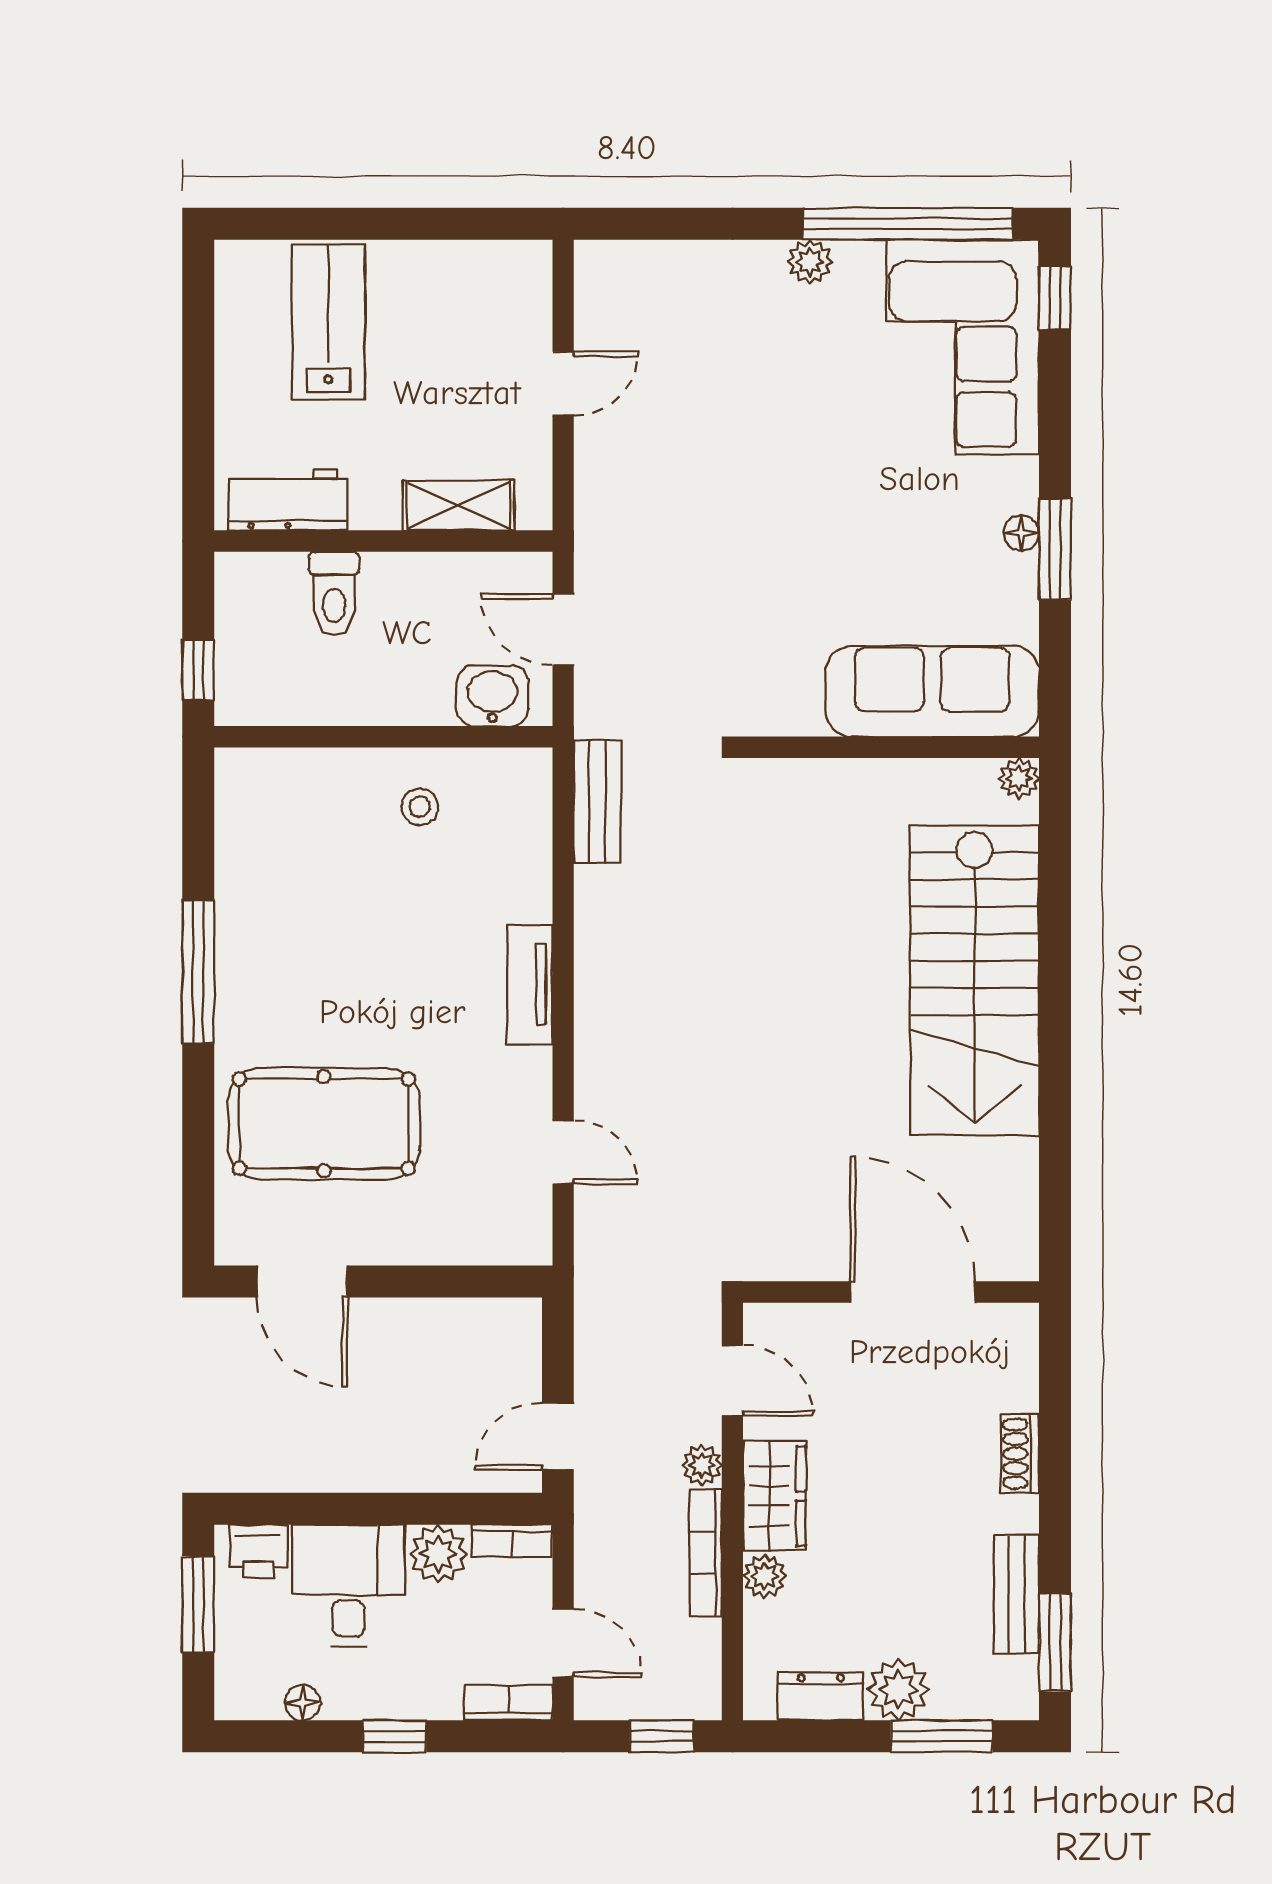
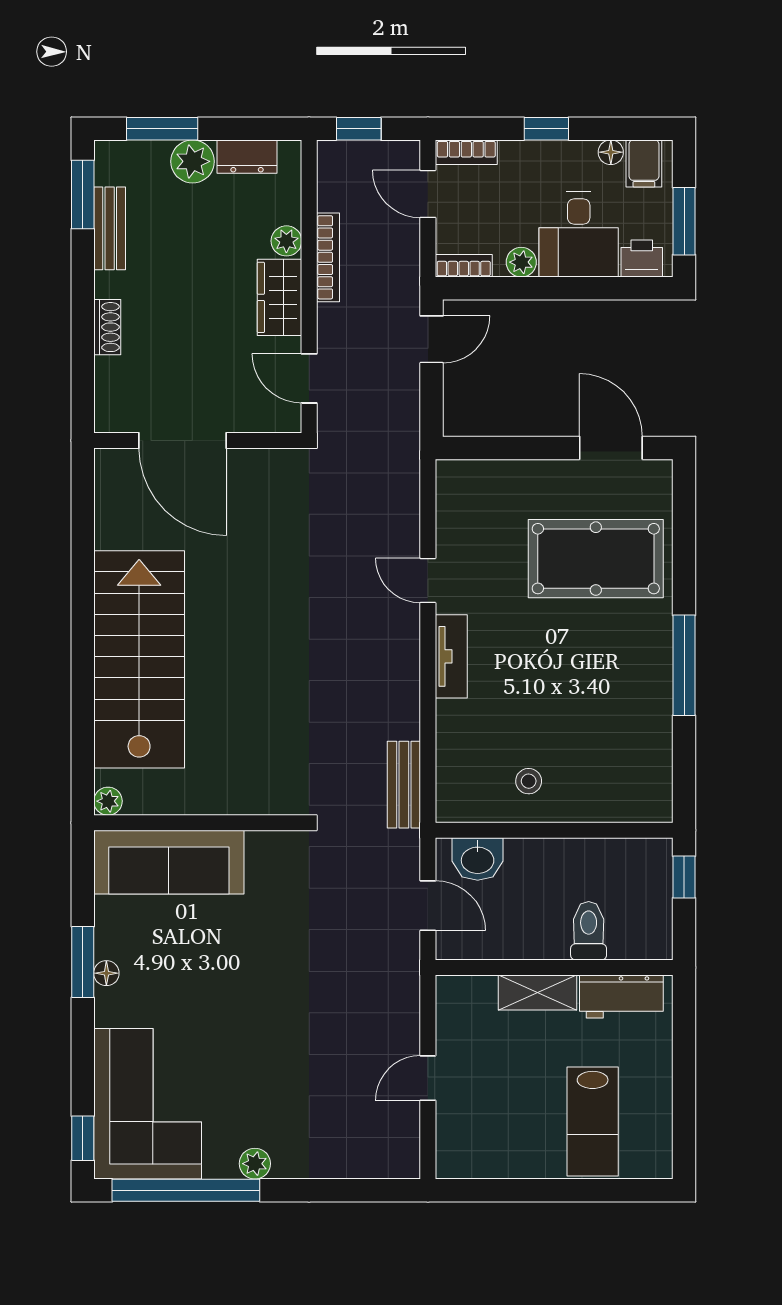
shelving: (458, 505) -> (538, 993), moved
door: (563, 1152) -> (428, 581), moved
plant: (702, 1465) -> (331, 319), removed
plant: (438, 1554) -> (521, 262), width x0.73, depth x0.73
filing cabinet: (255, 1687) -> (644, 163), added

